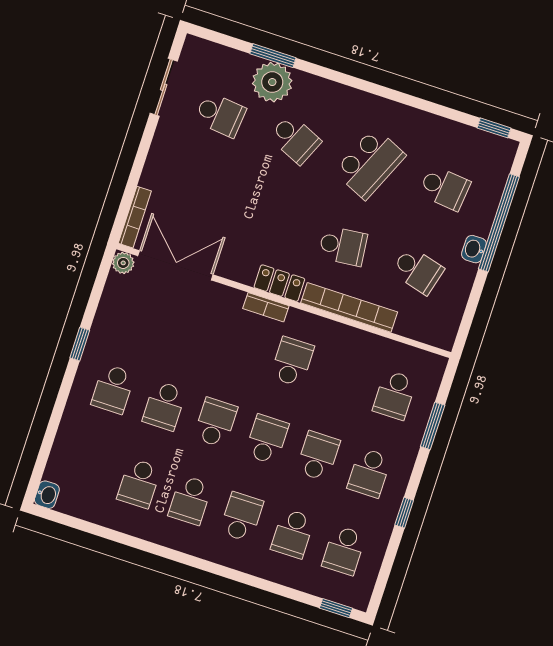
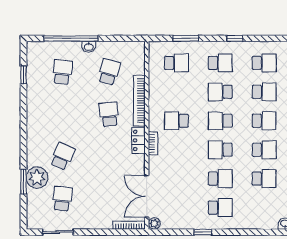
window: (494, 128) -> (24, 75), moved
school desk: (370, 164) -> (62, 114), removed
school desk: (241, 517) -> (264, 121), turned 180

